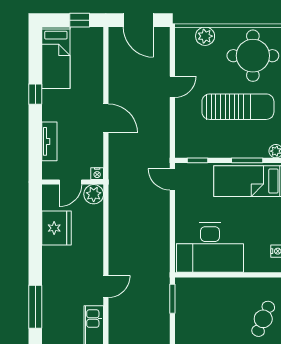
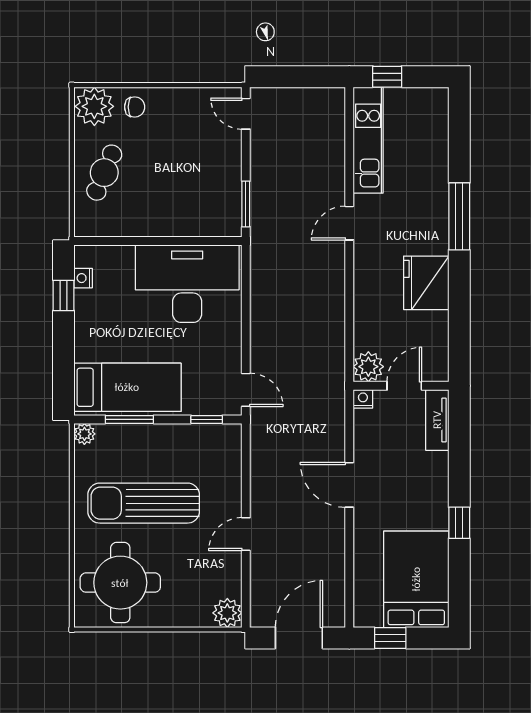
door: (138, 20) -> (299, 638), hinge flipped
plant: (205, 36) -> (227, 613), moved
bed: (56, 58) -> (416, 579), width x1.50
tv unit: (49, 141) -> (437, 420), moved
fridge: (56, 228) -> (426, 283), moved
window: (35, 307) -> (459, 216), moved

